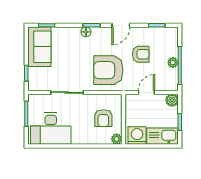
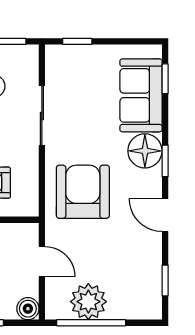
floor lamp: (86, 32) -> (145, 151), width x1.89, depth x1.89
sofa: (39, 47) -> (141, 95), moved, turned 90
armchair: (141, 54) -> (112, 251), removed
plant: (173, 63) -> (88, 302), width x1.87, depth x1.87

